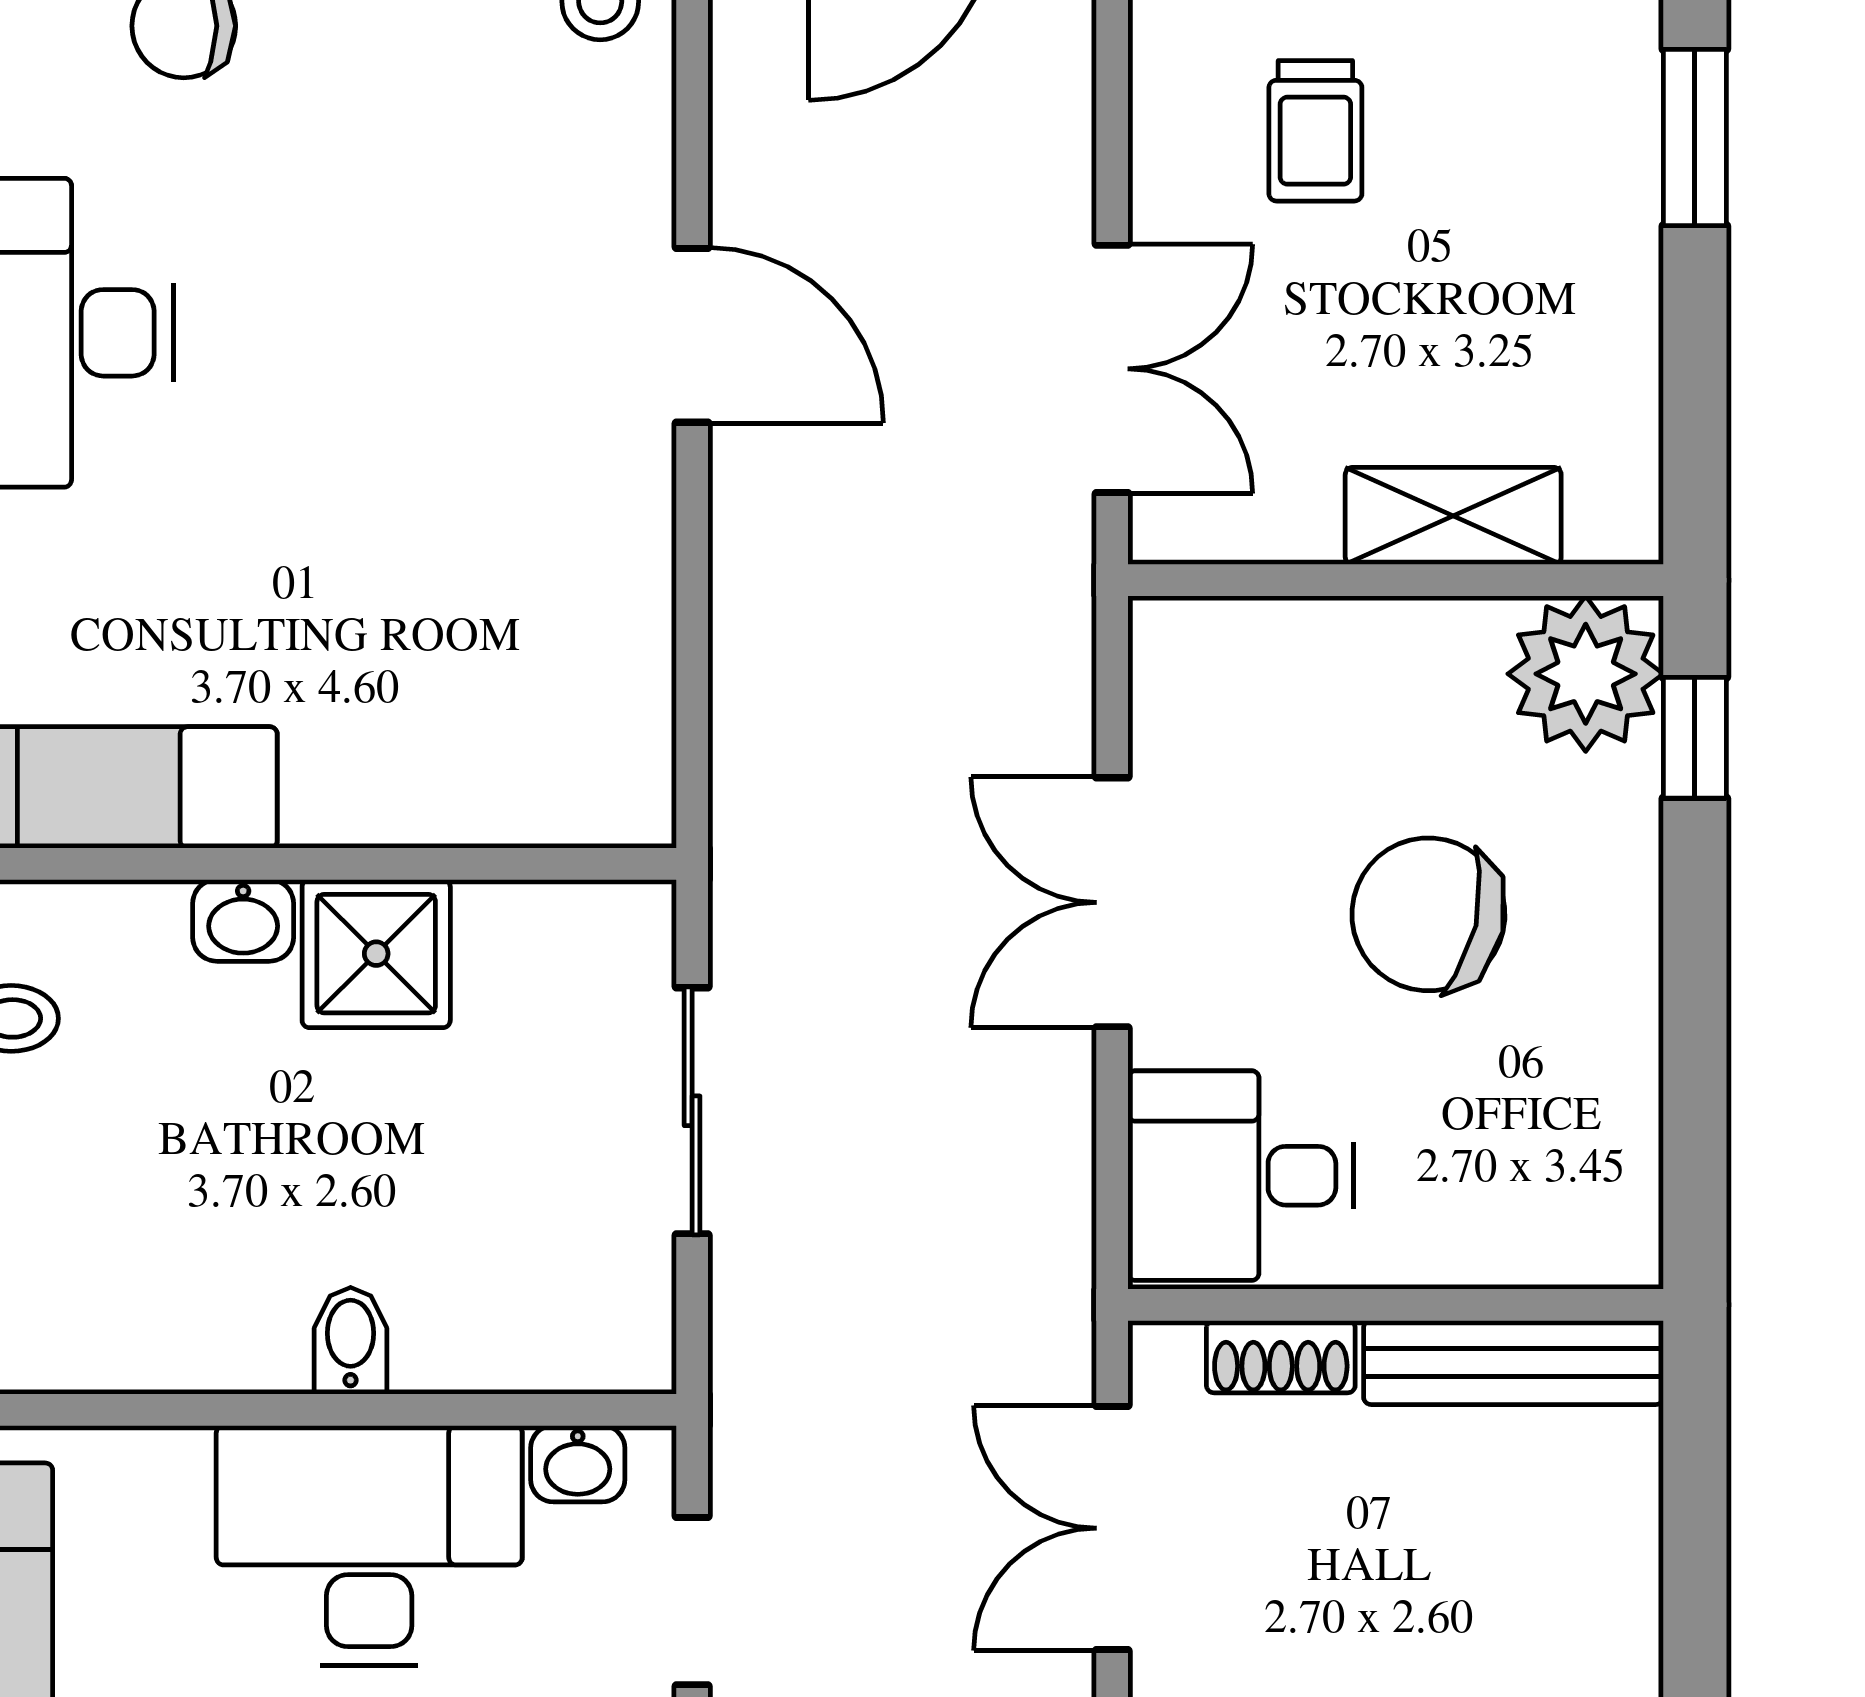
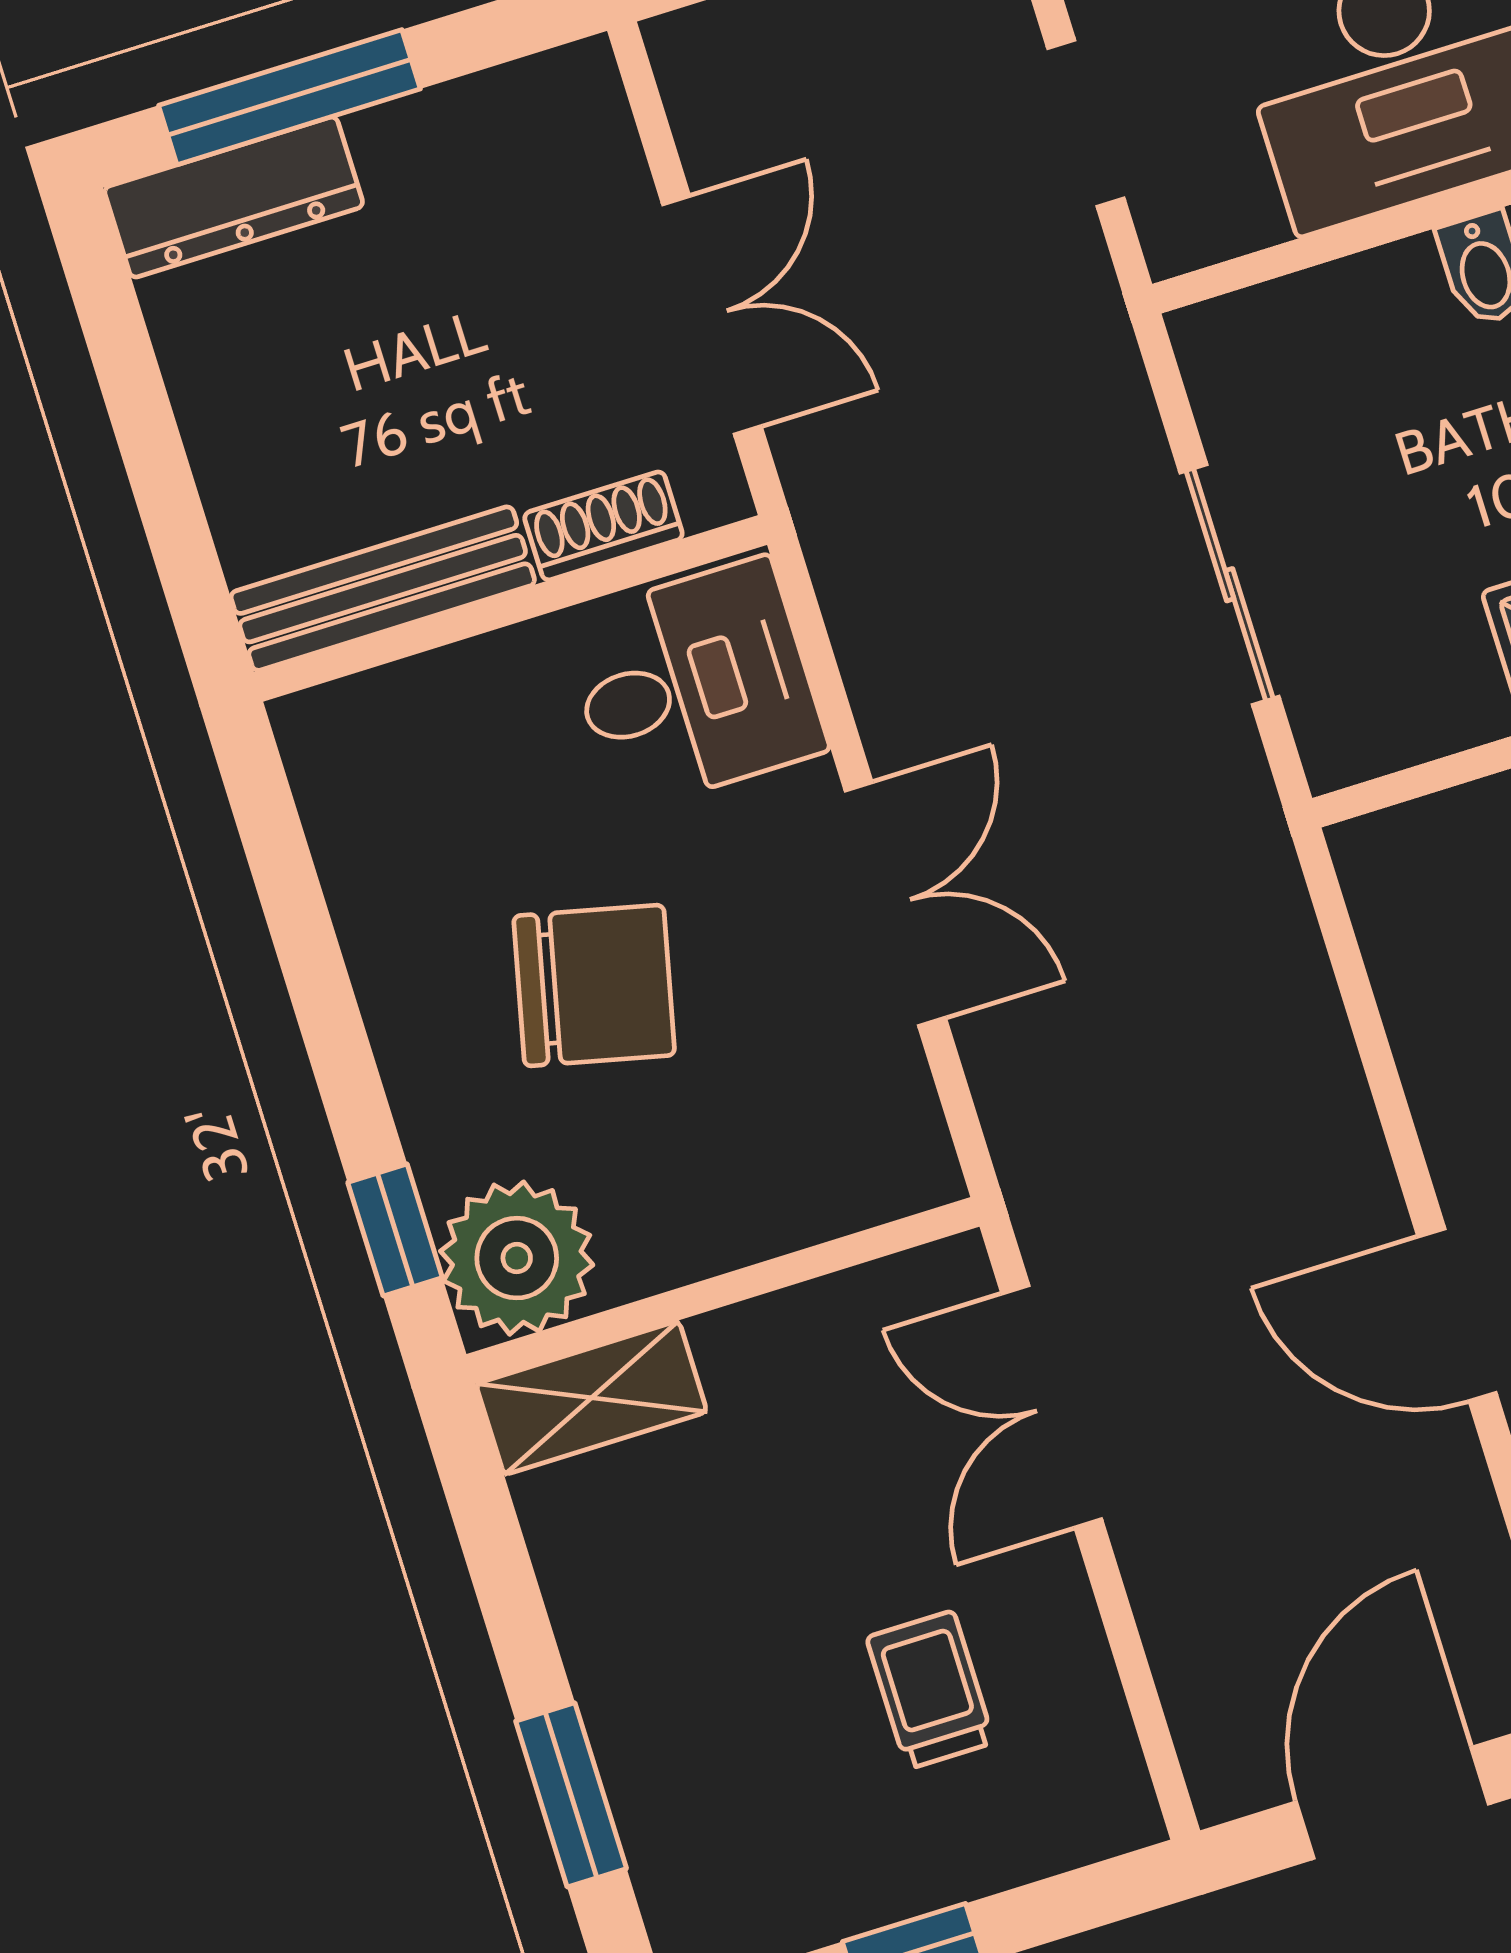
shelving: (1453, 516) -> (591, 1398), moved
washbasin: (578, 1464) -> (1234, 219), removed

